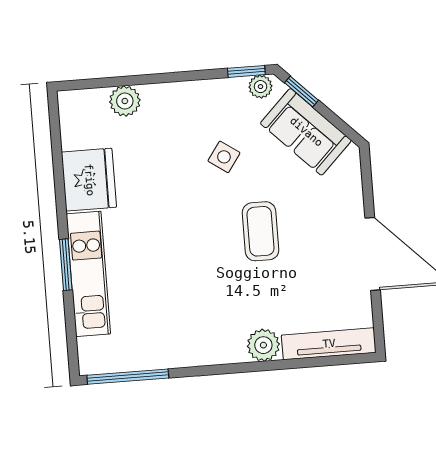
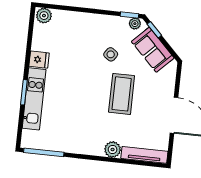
plant: (125, 101) -> (44, 16), moved
fridge: (89, 180) -> (39, 60), width x0.53, depth x0.75
coffee table: (261, 231) -> (122, 94), width x1.36, depth x1.32

